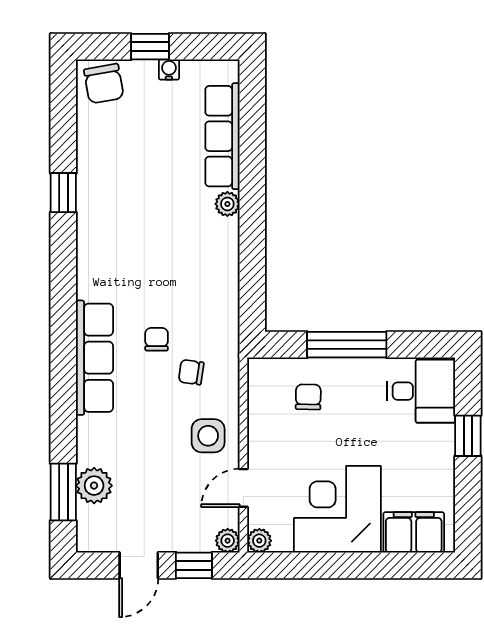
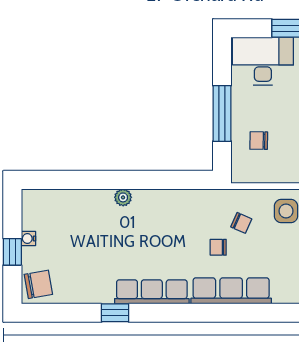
row of seats: (222, 136) -> (152, 292), moved, turned 180
chair: (191, 372) -> (241, 223), turned -74
desk: (421, 391) -> (263, 61), width x1.37

